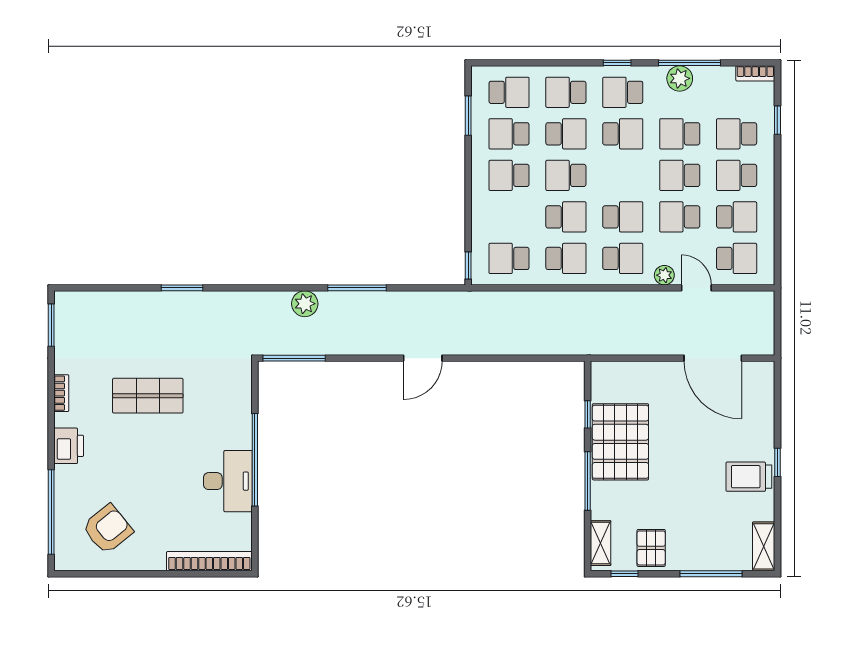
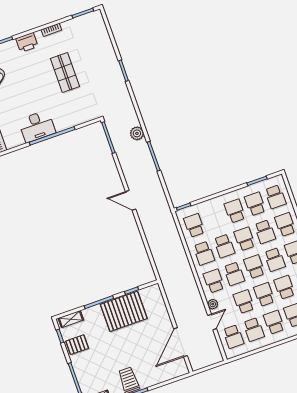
school desk: (623, 175) -> (254, 267), added
school desk: (623, 258) -> (214, 281), turned 180

